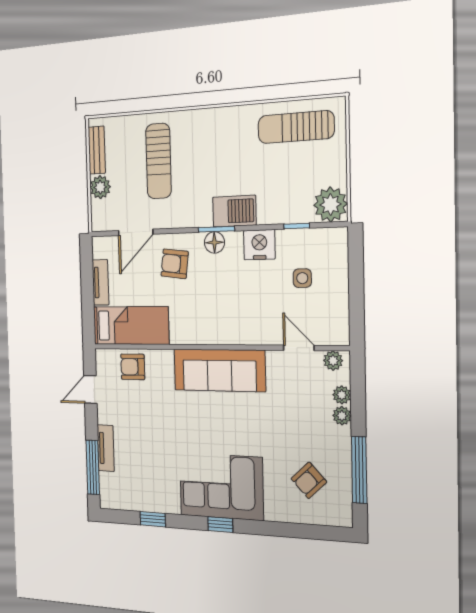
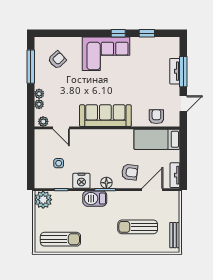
sun lounger: (158, 161) -> (138, 227), turned -90
plant: (100, 187) -> (173, 215), removed
tv unit: (100, 282) -> (175, 175), moved
armchair: (133, 367) -> (156, 117), turned -90
window: (93, 467) -> (183, 72), moved
window: (220, 525) -> (118, 33), moved

